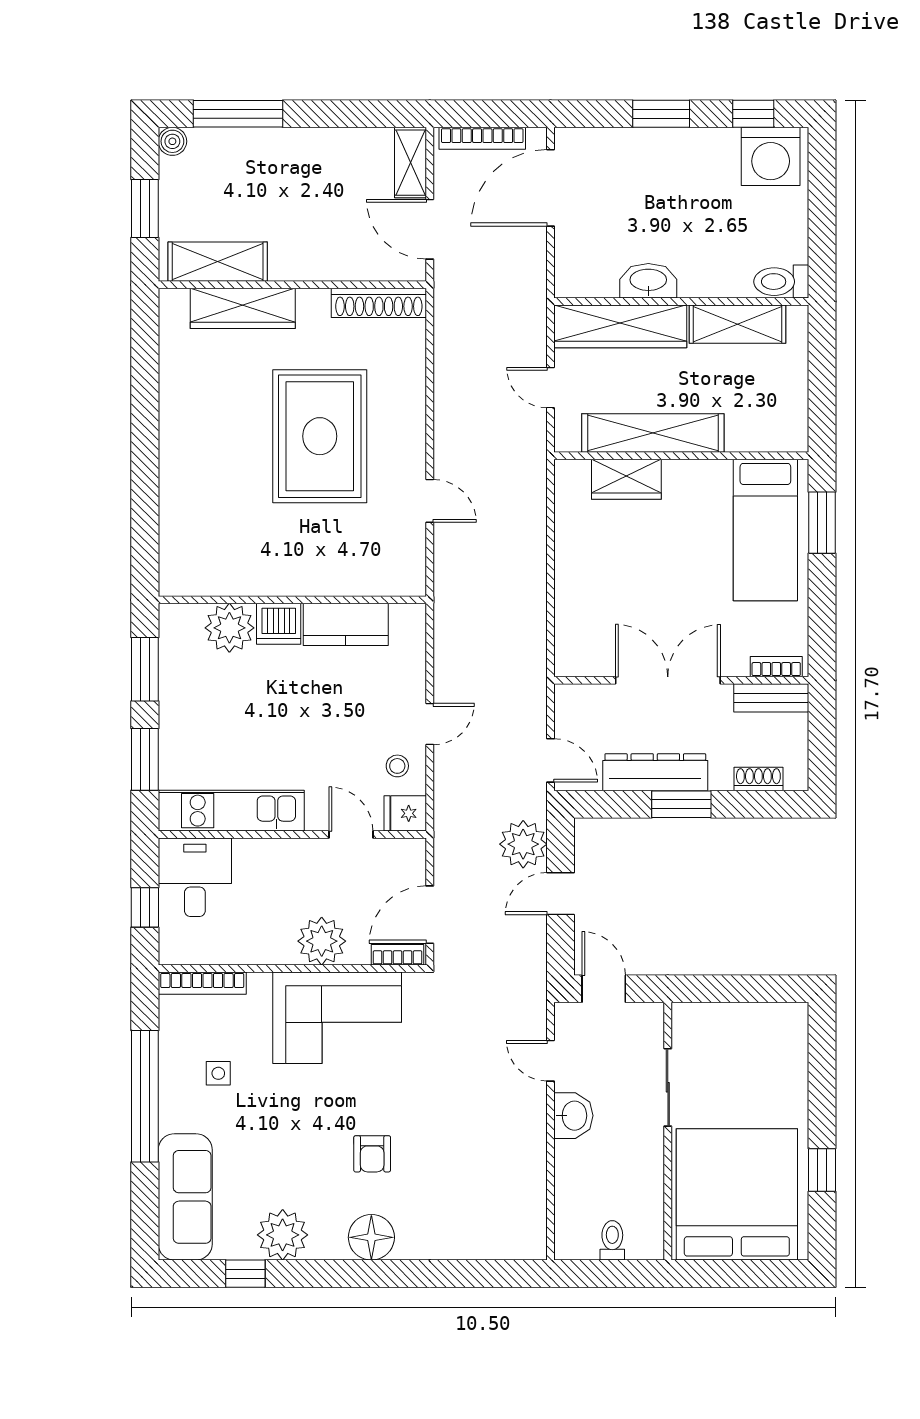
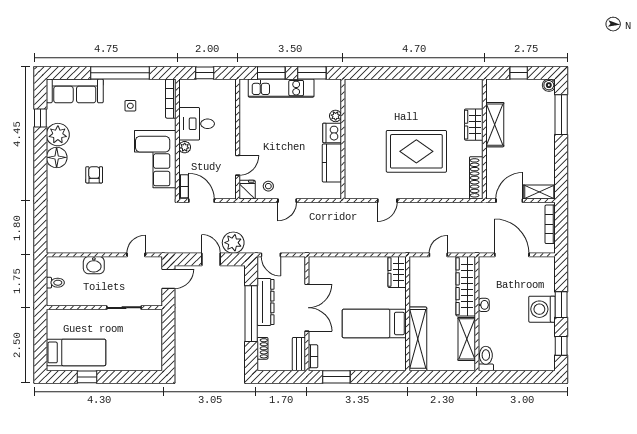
washing machine: (771, 156) -> (542, 309), moved
door: (550, 188) -> (512, 255), moved
window: (145, 209) -> (519, 73), width x0.67
shelving: (218, 262) -> (495, 125), moved
washbasin: (648, 281) -> (484, 305), width x0.52, depth x0.69
wardrobe: (243, 308) -> (474, 125), width x0.67
shelving: (653, 433) -> (418, 339), moved
wardrobe: (626, 479) -> (397, 272), moved
window: (822, 523) -> (336, 377), moved
bed: (765, 530) -> (374, 323), moved
plant: (229, 628) -> (336, 116), width x0.53, depth x0.53
door: (430, 724) -> (287, 201), hinge flipped
door: (550, 760) -> (271, 255), hinge flipped
window: (681, 804) -> (251, 314), width x2.11
kitchen unit: (231, 811) -> (281, 88), moved, turned 90
desk: (195, 877) -> (197, 124), moved, turned 180
plant: (322, 941) -> (185, 147), width x0.53, depth x0.53
washbasin: (573, 1116) -> (94, 265), moved
armchair: (372, 1154) -> (94, 175), turned 90
bed: (737, 1194) -> (76, 352), width x0.49
floor lamp: (371, 1237) -> (57, 157), moved

